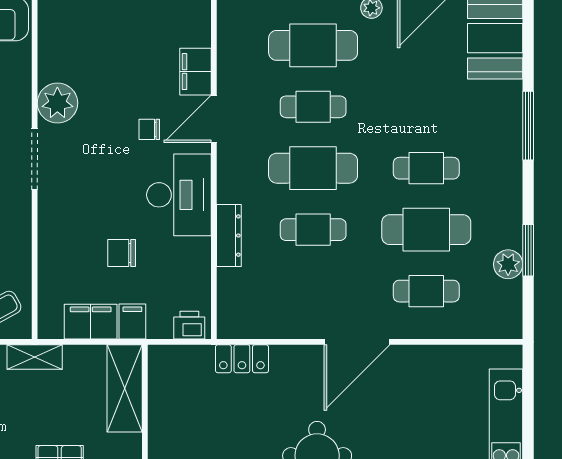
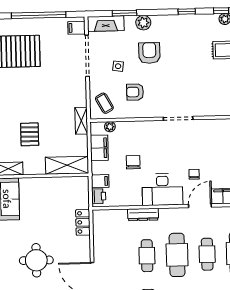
plant: (57, 103) -> (110, 127), moved, width x0.53, depth x0.53
door: (214, 119) -> (200, 206), hinge flipped
filing cabinet: (132, 322) -> (100, 181), moved

